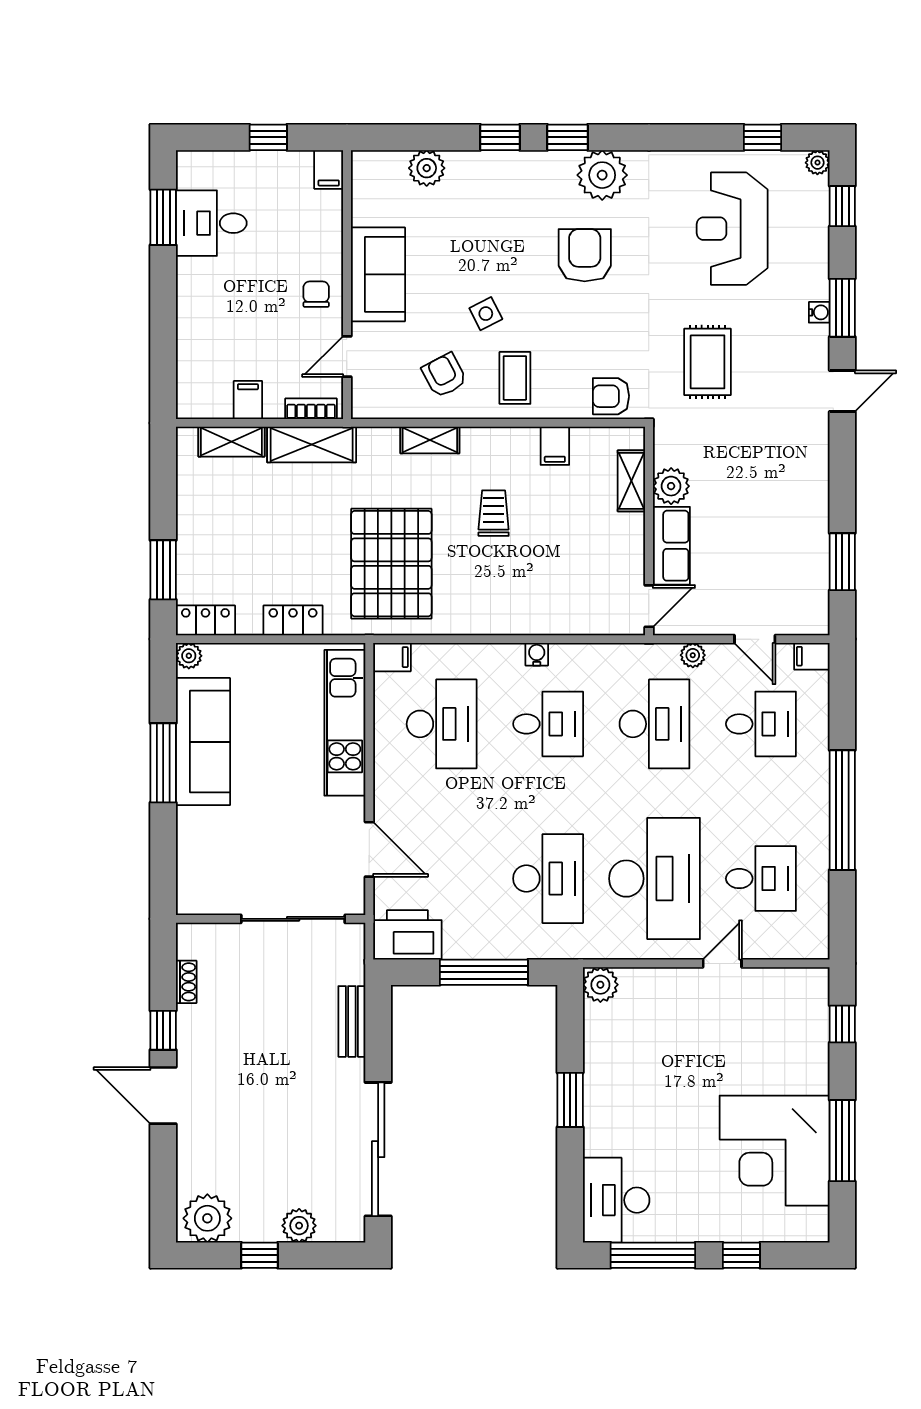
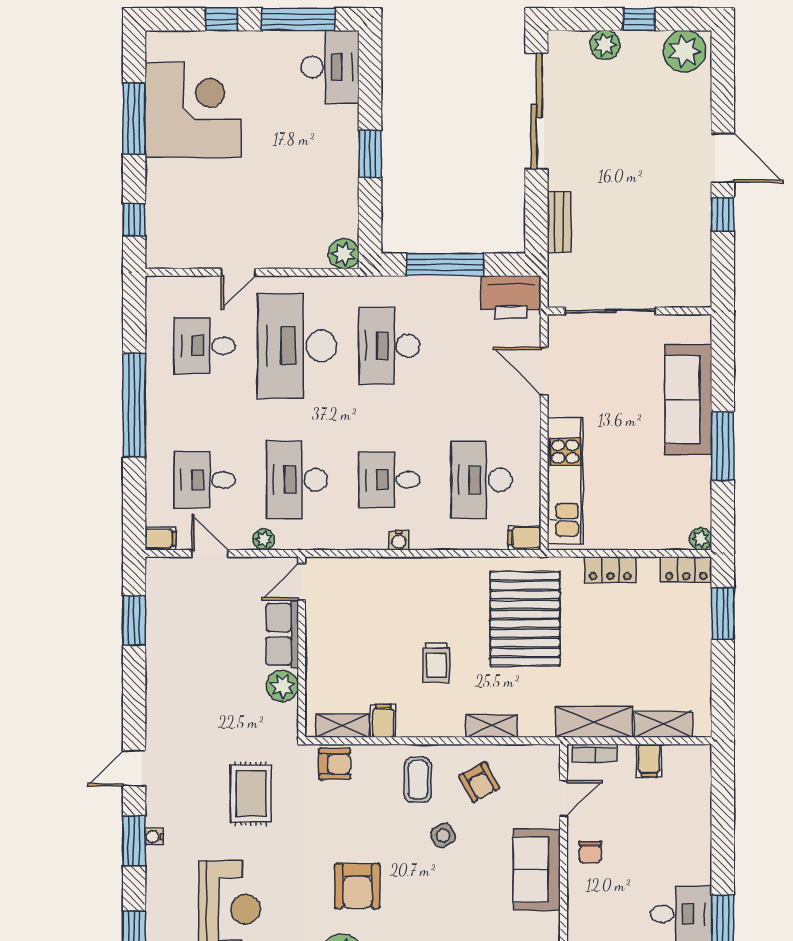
shelving: (631, 481) -> (342, 726), moved, turned 90
sofa: (203, 742) -> (688, 400), moved
shoe rack: (186, 982) -> (703, 256), removed

